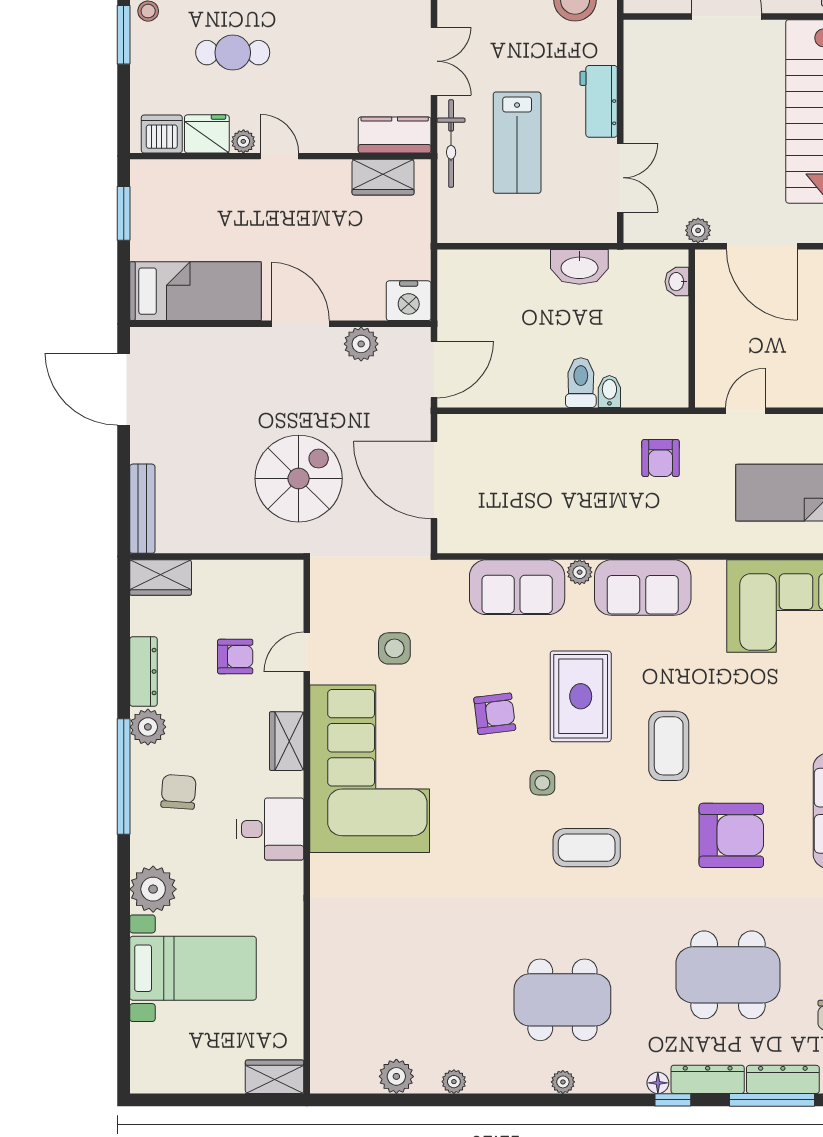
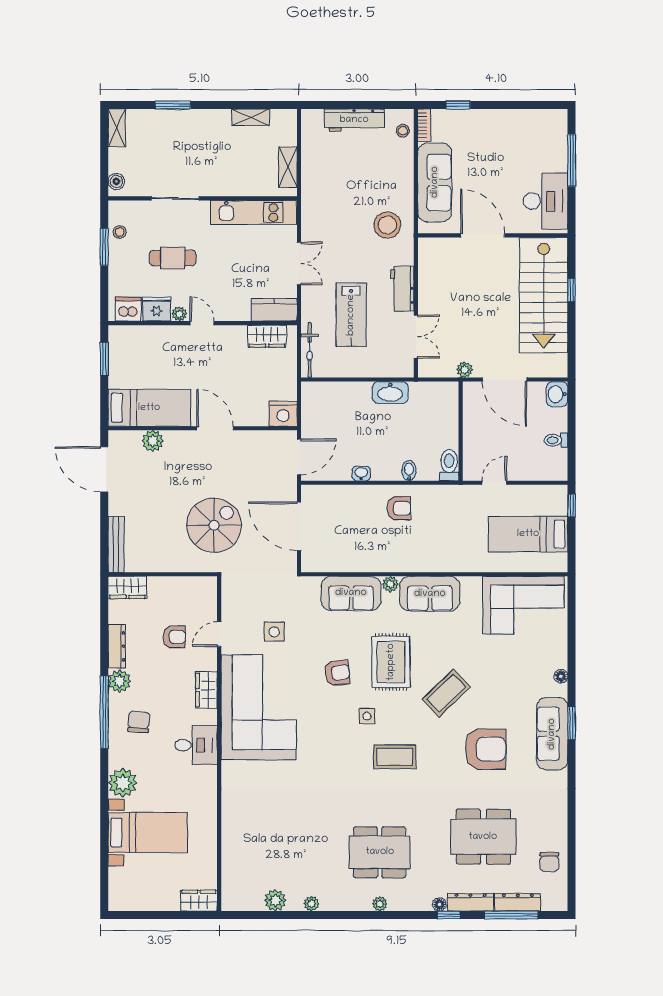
bicycle: (451, 143) -> (310, 350), moved
washbasin: (677, 282) -> (361, 473), moved, turned 90
plant: (361, 344) -> (153, 441), moved
toilet: (581, 383) -> (449, 465), moved
armchair: (661, 458) -> (399, 508), moved, turned -90
coffee table: (669, 746) -> (446, 693), turned 46

